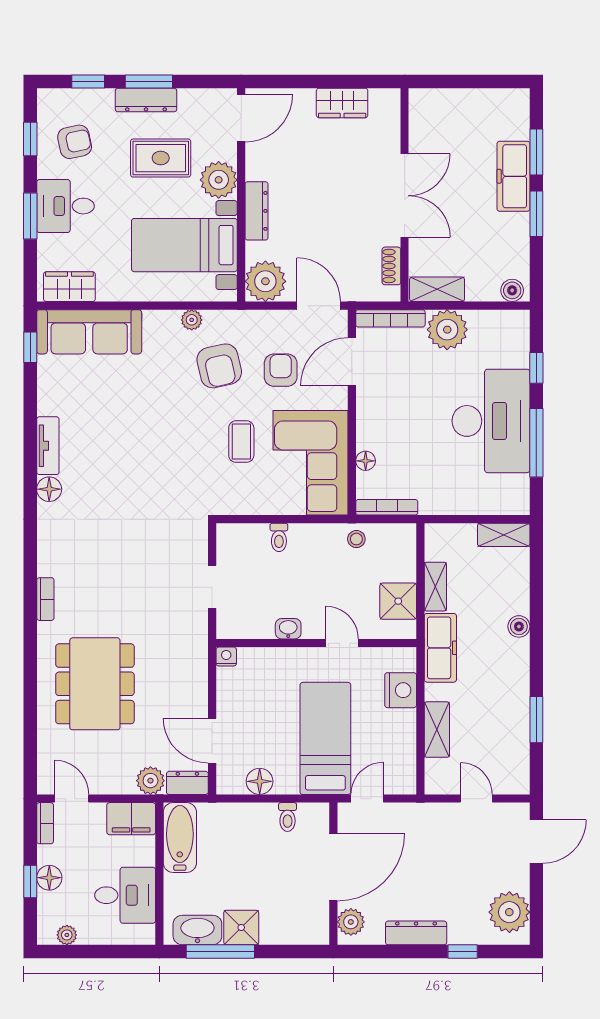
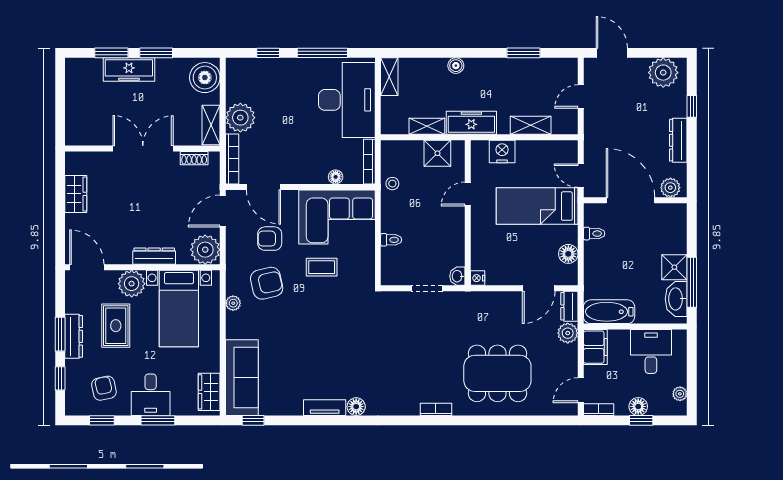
boiler: (512, 290) -> (205, 78), width x1.86, depth x1.86
desk: (491, 421) -> (347, 100), moved, turned 90
washbasin: (288, 629) -> (457, 276), moved

